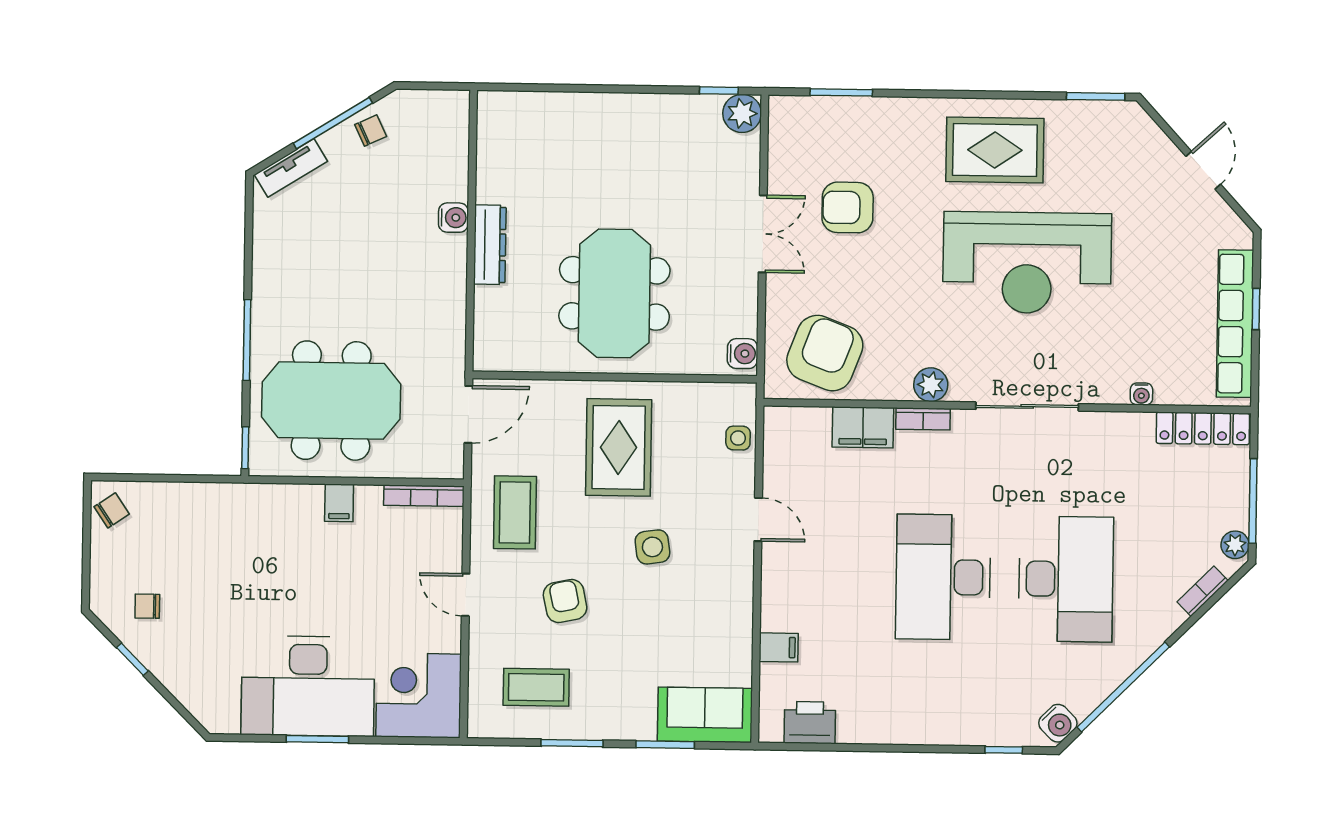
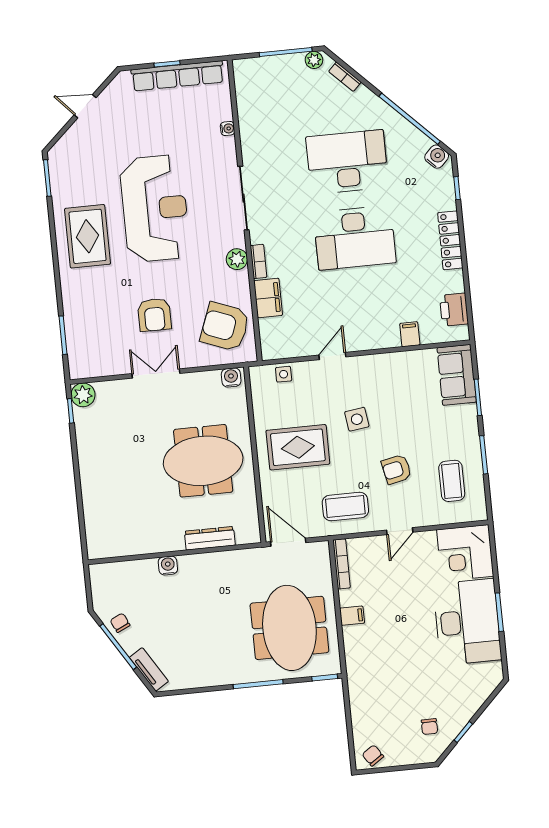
armchair: (848, 207) -> (154, 315), moved
dresser: (490, 245) -> (210, 538), moved
locker: (1203, 428) -> (450, 240), moved, turned 180

